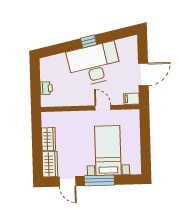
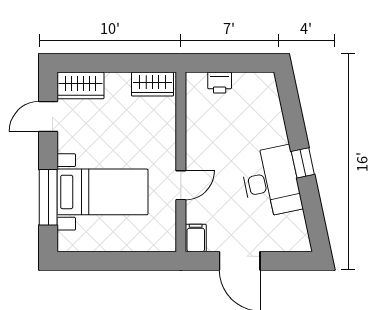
desk: (94, 64) -> (271, 182), width x0.73, depth x0.77
wardrobe: (48, 139) -> (152, 84), moved
window: (99, 180) -> (48, 197), moved

